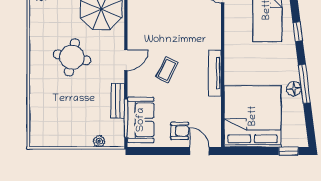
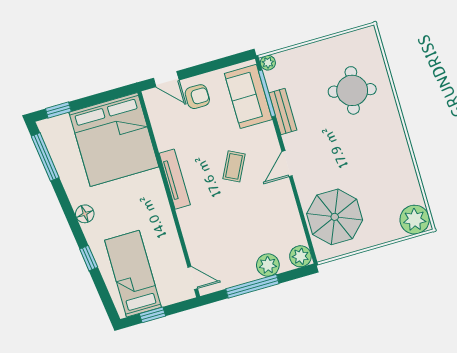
round table: (72, 57) -> (352, 90), moved
window: (304, 84) -> (45, 157), moved
floor lamp: (294, 89) -> (85, 214), moved
armchair: (180, 131) -> (197, 97), turned 180
plant: (99, 141) -> (268, 63), moved

